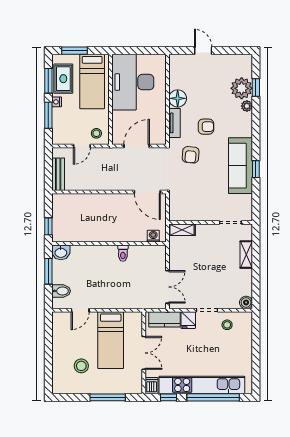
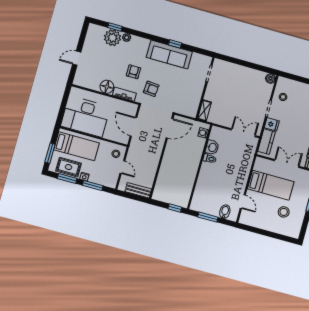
washbasin: (61, 252) -> (212, 147), moved
shelving: (246, 255) -> (236, 69), removed

